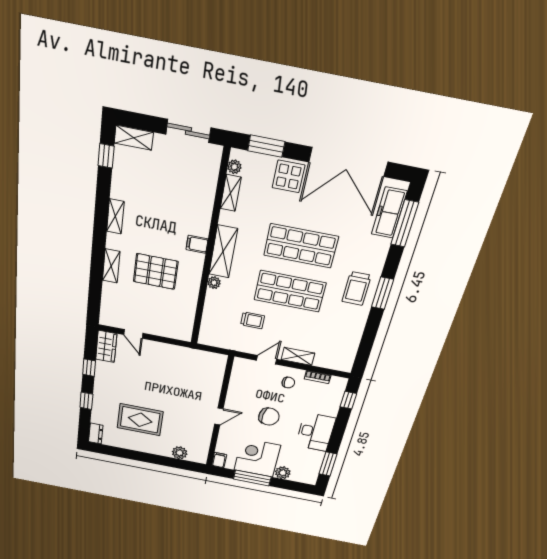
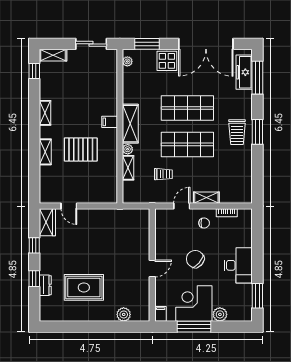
shelving: (231, 193) -> (128, 168), moved
window: (348, 400) -> (257, 229), removed
chair: (269, 417) -> (195, 259), turned -147
dresser: (96, 433) -> (45, 285), moved

